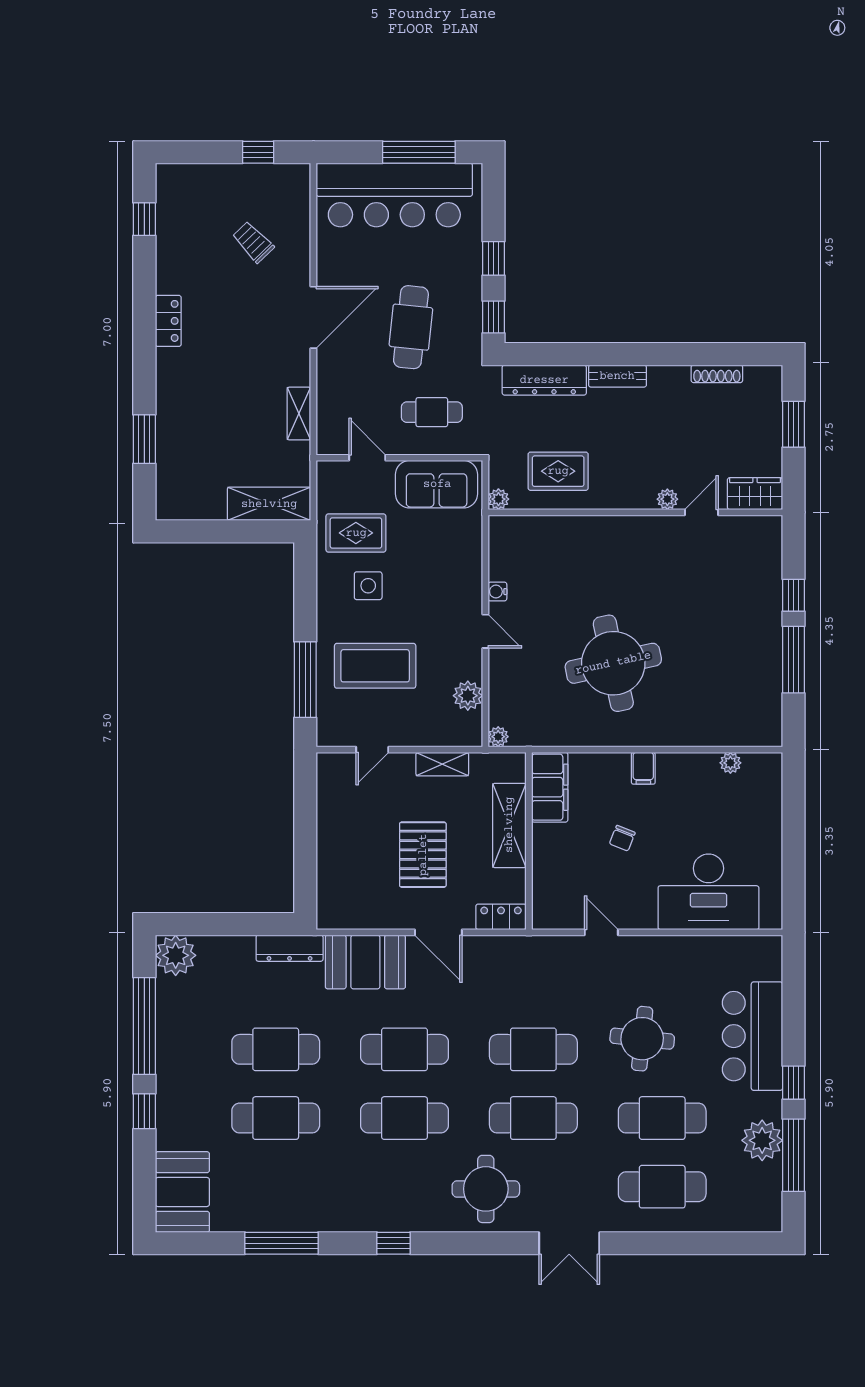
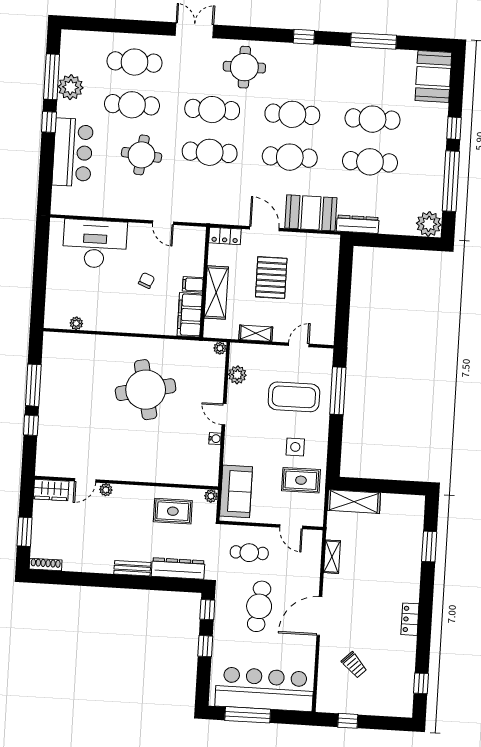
shoe rack: (717, 374) -> (46, 564), moved
sofa: (437, 484) -> (236, 491), moved, turned 90
filing cabinet: (643, 768) -> (193, 284), moved, turned -90

